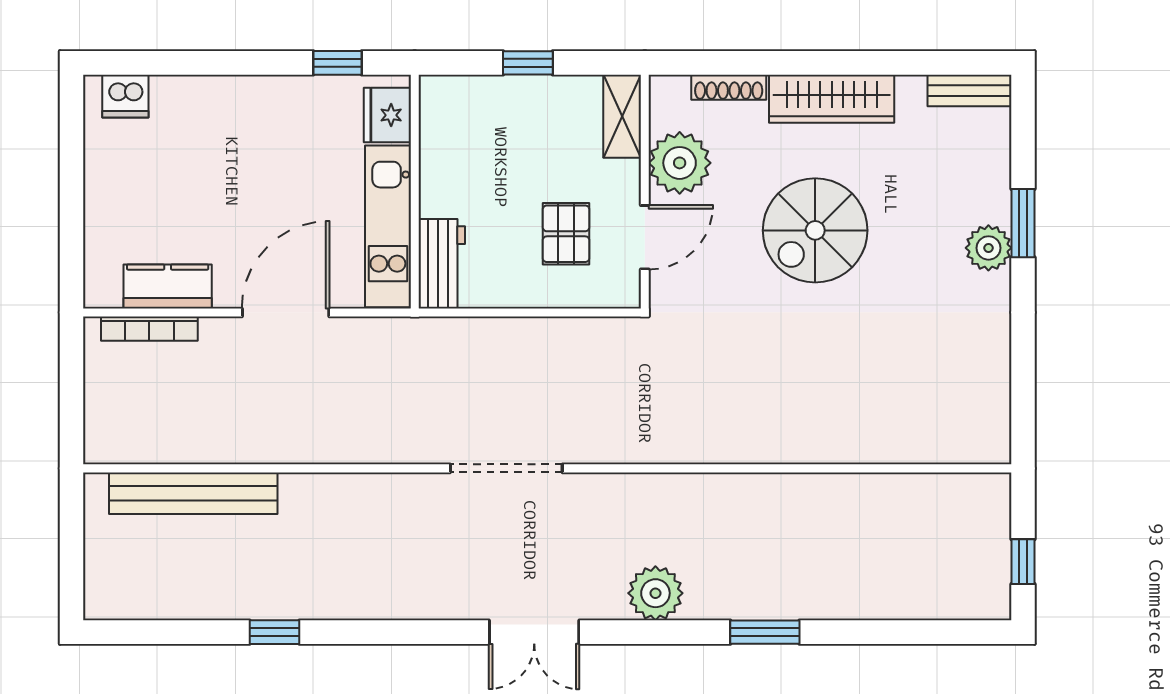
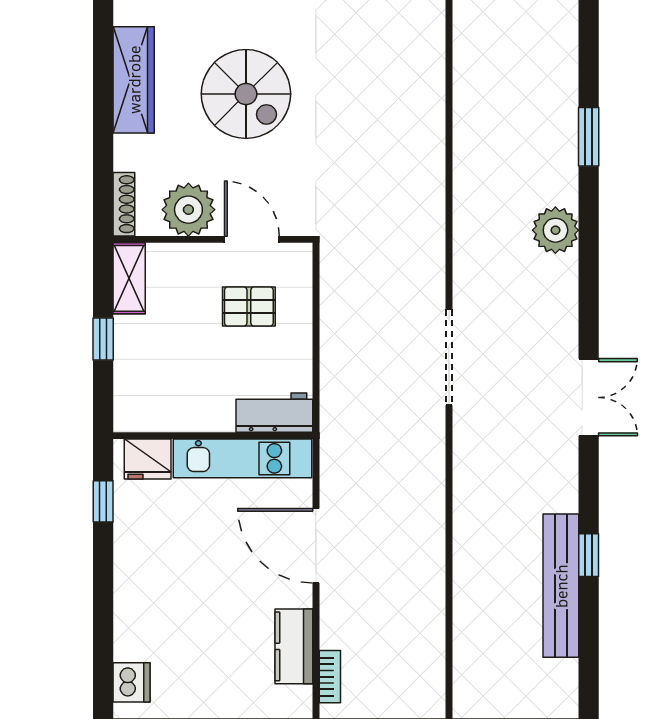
shoe rack: (729, 87) -> (124, 204), moved
shelving: (622, 116) -> (129, 278), moved, turned 90
bookcase: (149, 329) -> (330, 677), width x0.64
bench: (193, 493) -> (561, 586), moved
double door: (534, 632) -> (589, 397), moved

